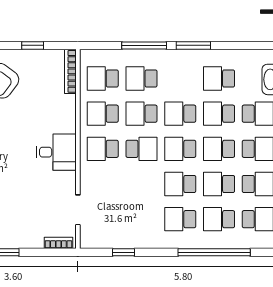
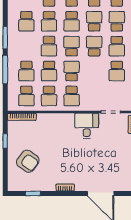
school desk: (180, 149) -> (72, 46), turned 180
desk: (56, 152) -> (87, 126), moved
school desk: (180, 184) -> (94, 46), turned 180
school desk: (219, 184) -> (94, 21), turned 180
school desk: (141, 219) -> (117, 71), added
school desk: (219, 219) -> (117, 21), turned 180

